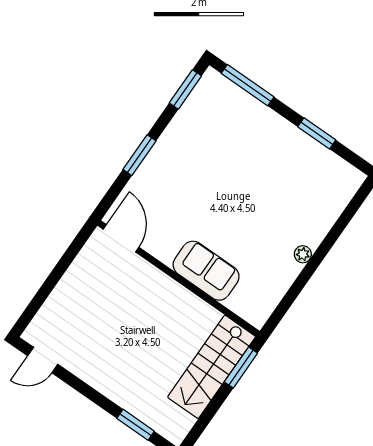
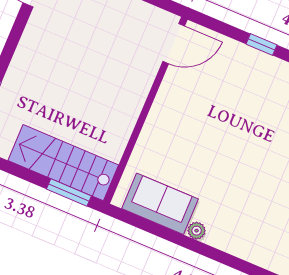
window: (139, 155) -> (261, 45), width x0.67
sofa: (206, 271) -> (160, 204), moved, turned -90

